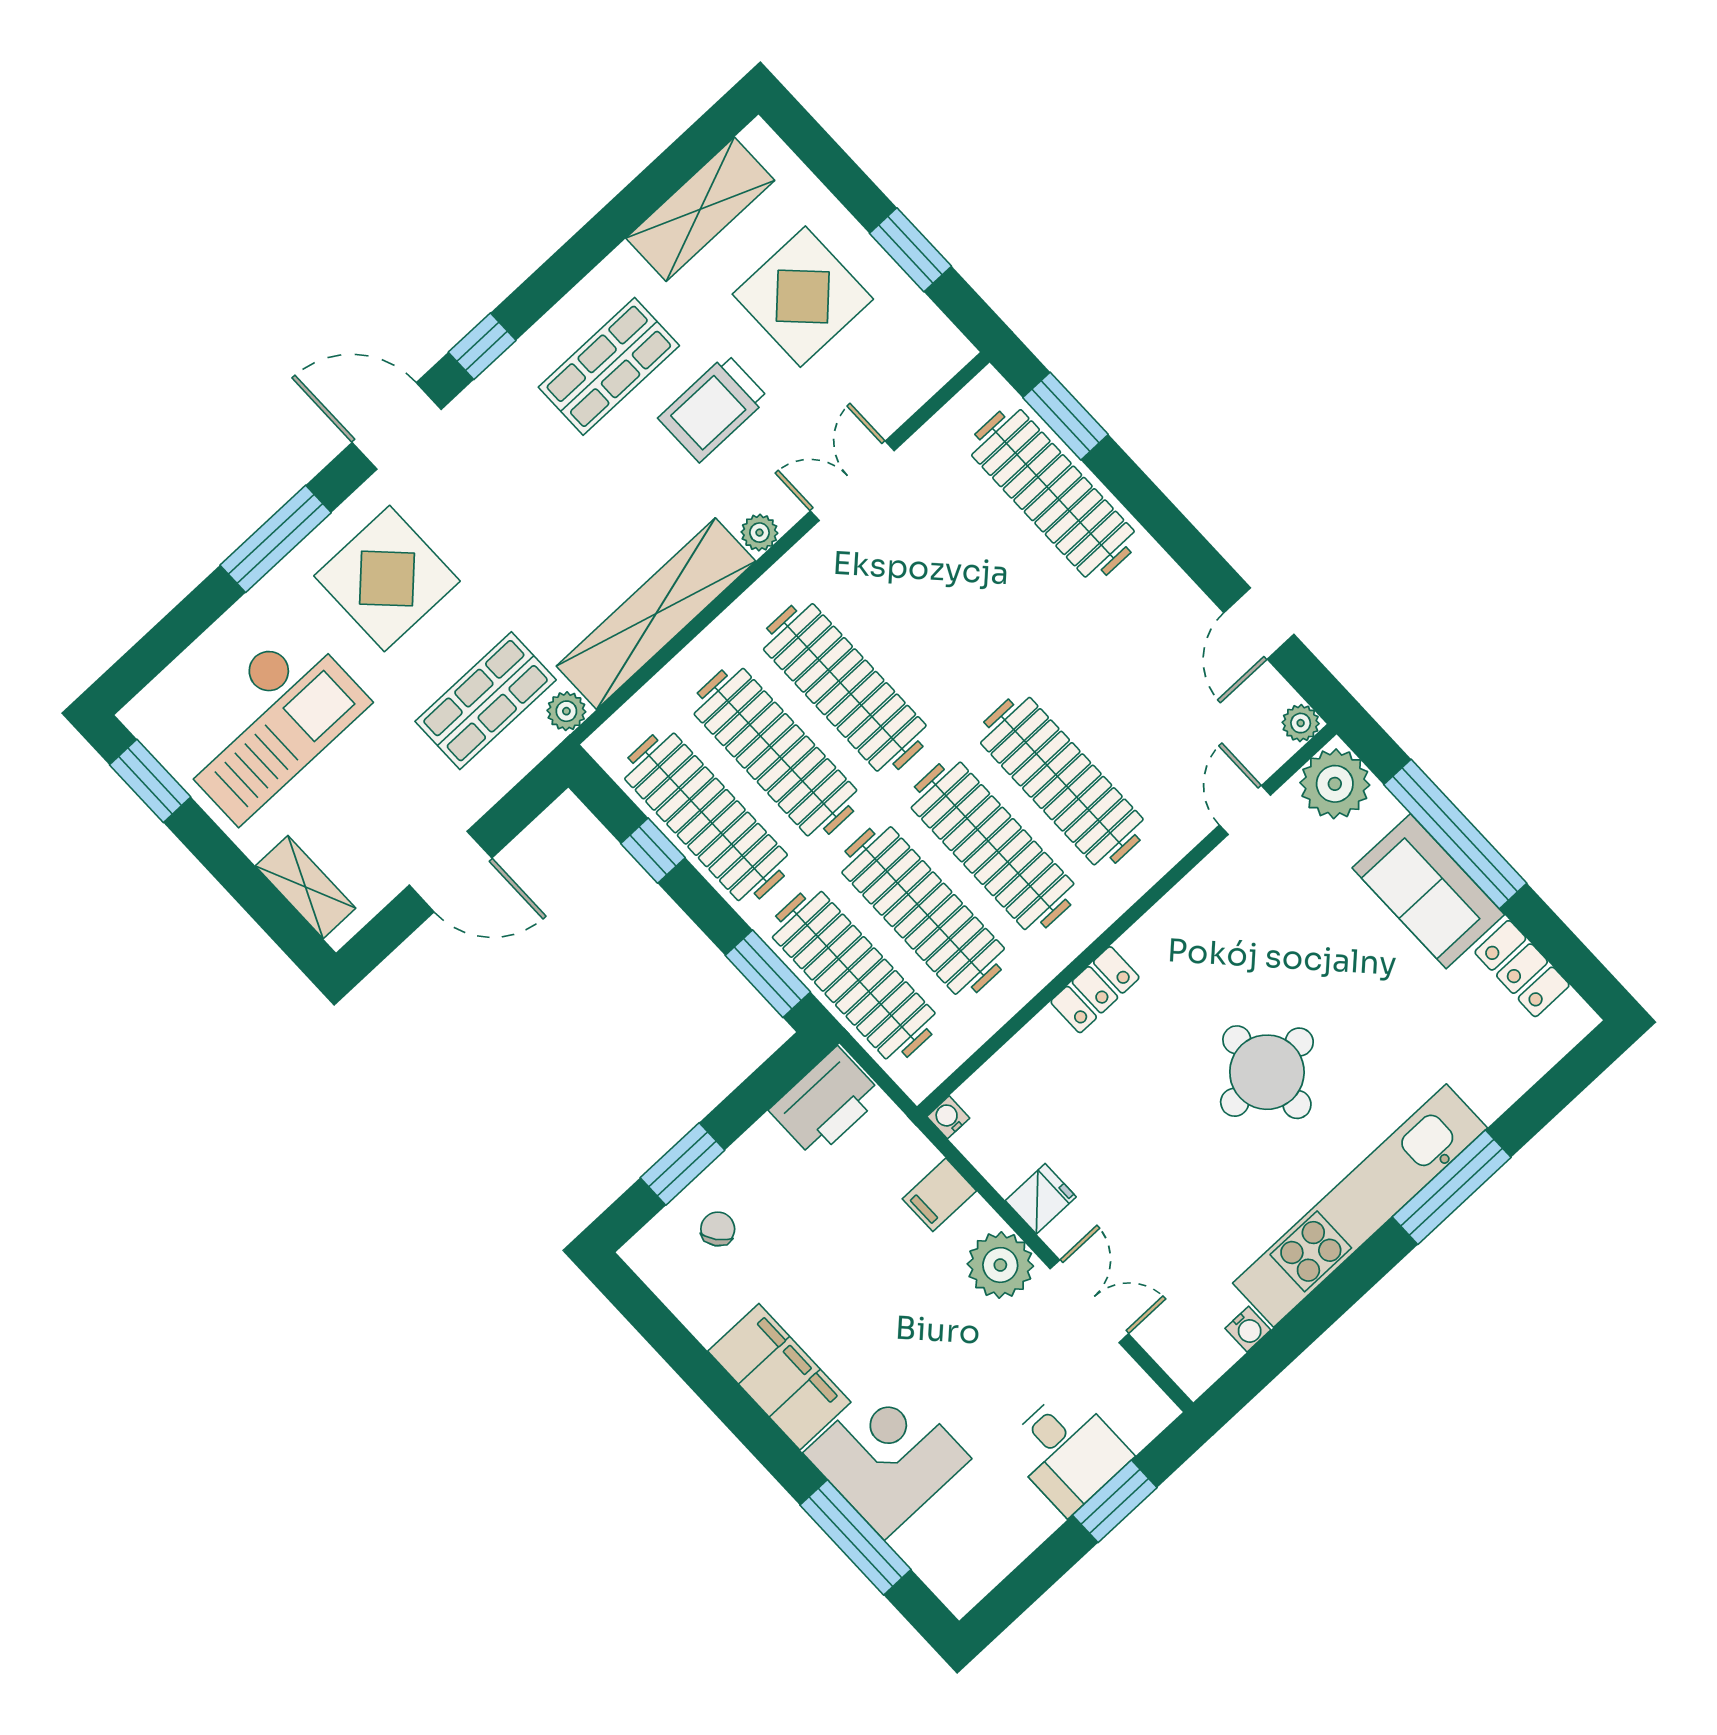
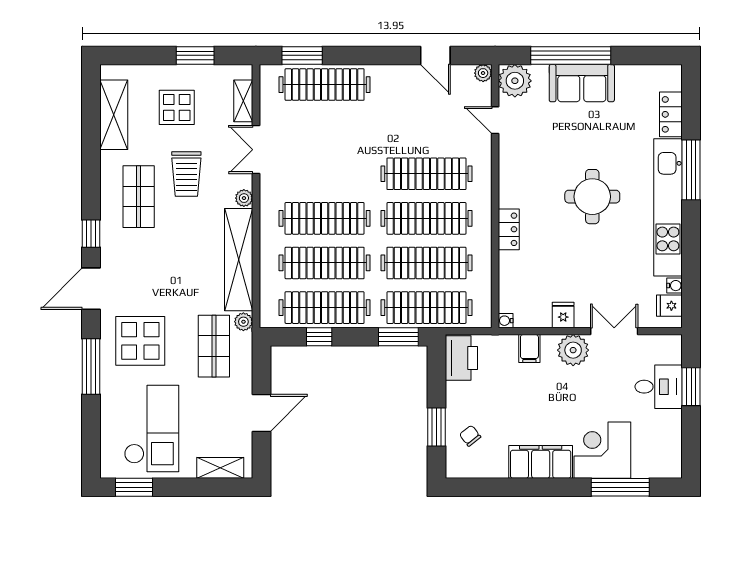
display table: (803, 297) -> (177, 107), width x0.73, depth x0.73
shelving: (910, 390) -> (243, 101), added
locker: (1522, 969) -> (671, 114), moved, turned 90
fridge: (1209, 1350) -> (669, 306), added

